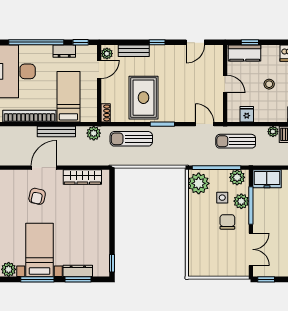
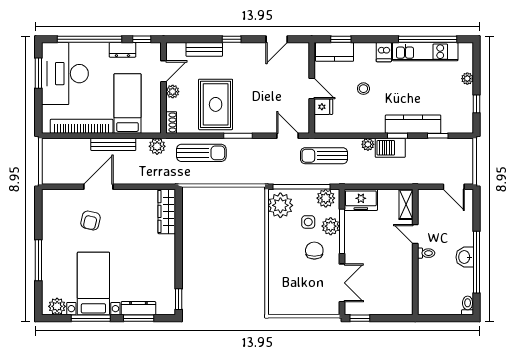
plant: (107, 54) -> (173, 92), moved
fridge: (247, 114) -> (323, 107), moved, turned 90
sun lounger: (131, 139) -> (201, 153), turned 180
wardrobe: (82, 177) -> (167, 211), moved, turned 90

